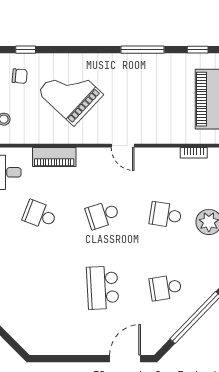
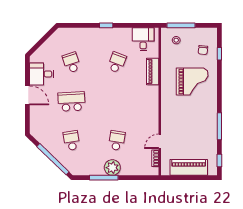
grand piano: (70, 93) -> (192, 82), turned 47
door: (123, 146) -> (160, 141), moved
school desk: (103, 215) -> (71, 62), moved
desk: (58, 336) -> (42, 74), added
door: (125, 359) -> (27, 95), moved

